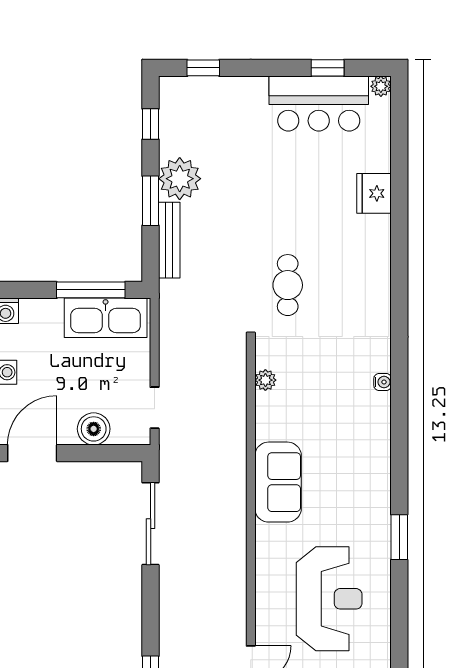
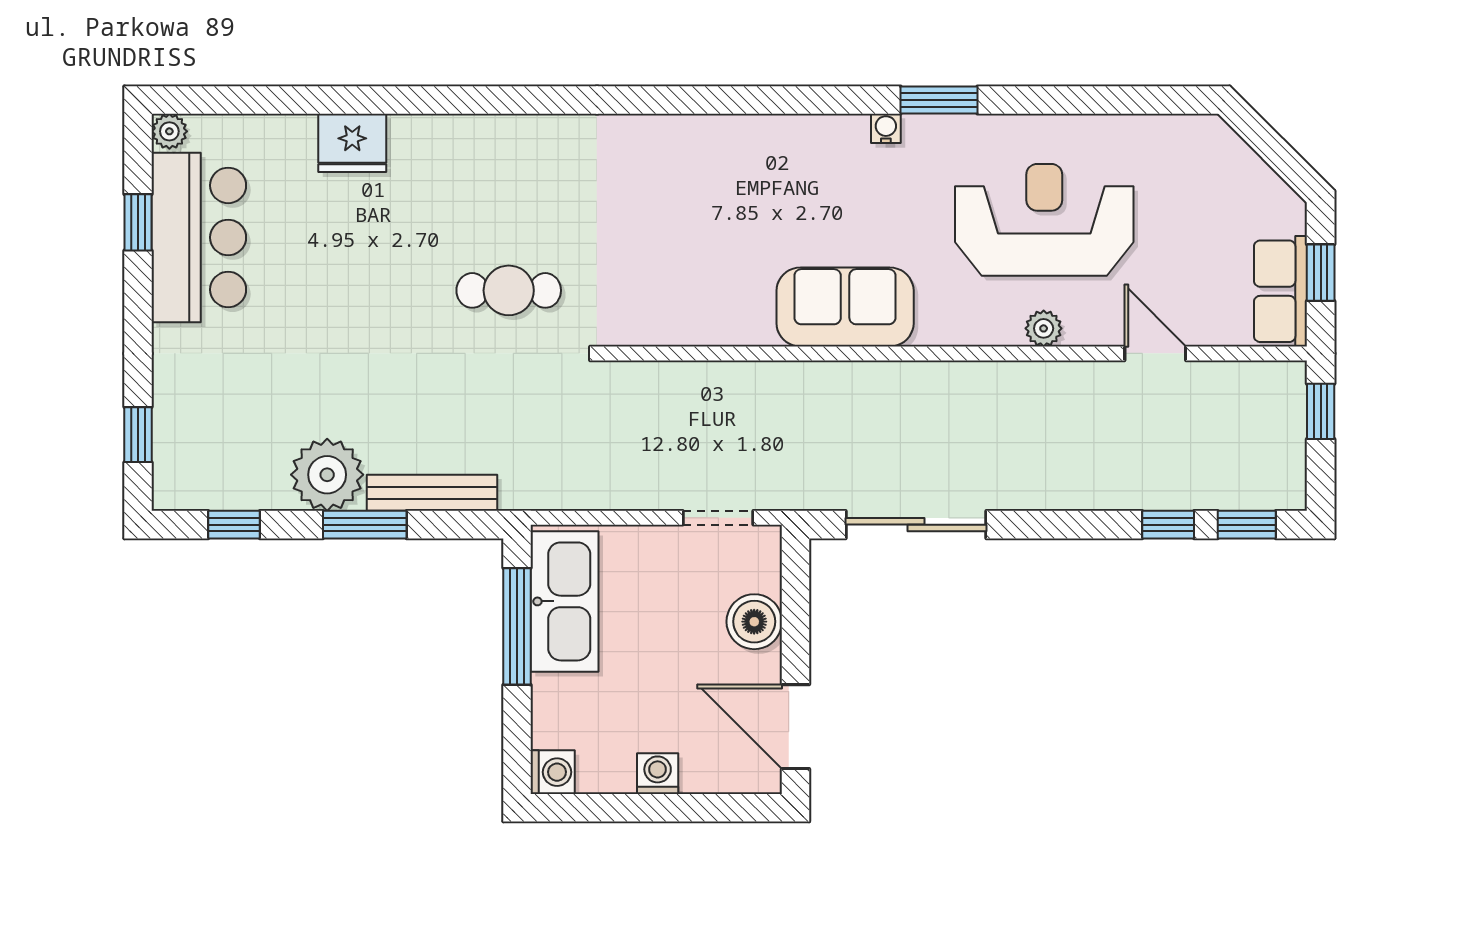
plant: (265, 380) -> (1044, 328), moved
water cooler: (383, 382) -> (886, 128), moved

